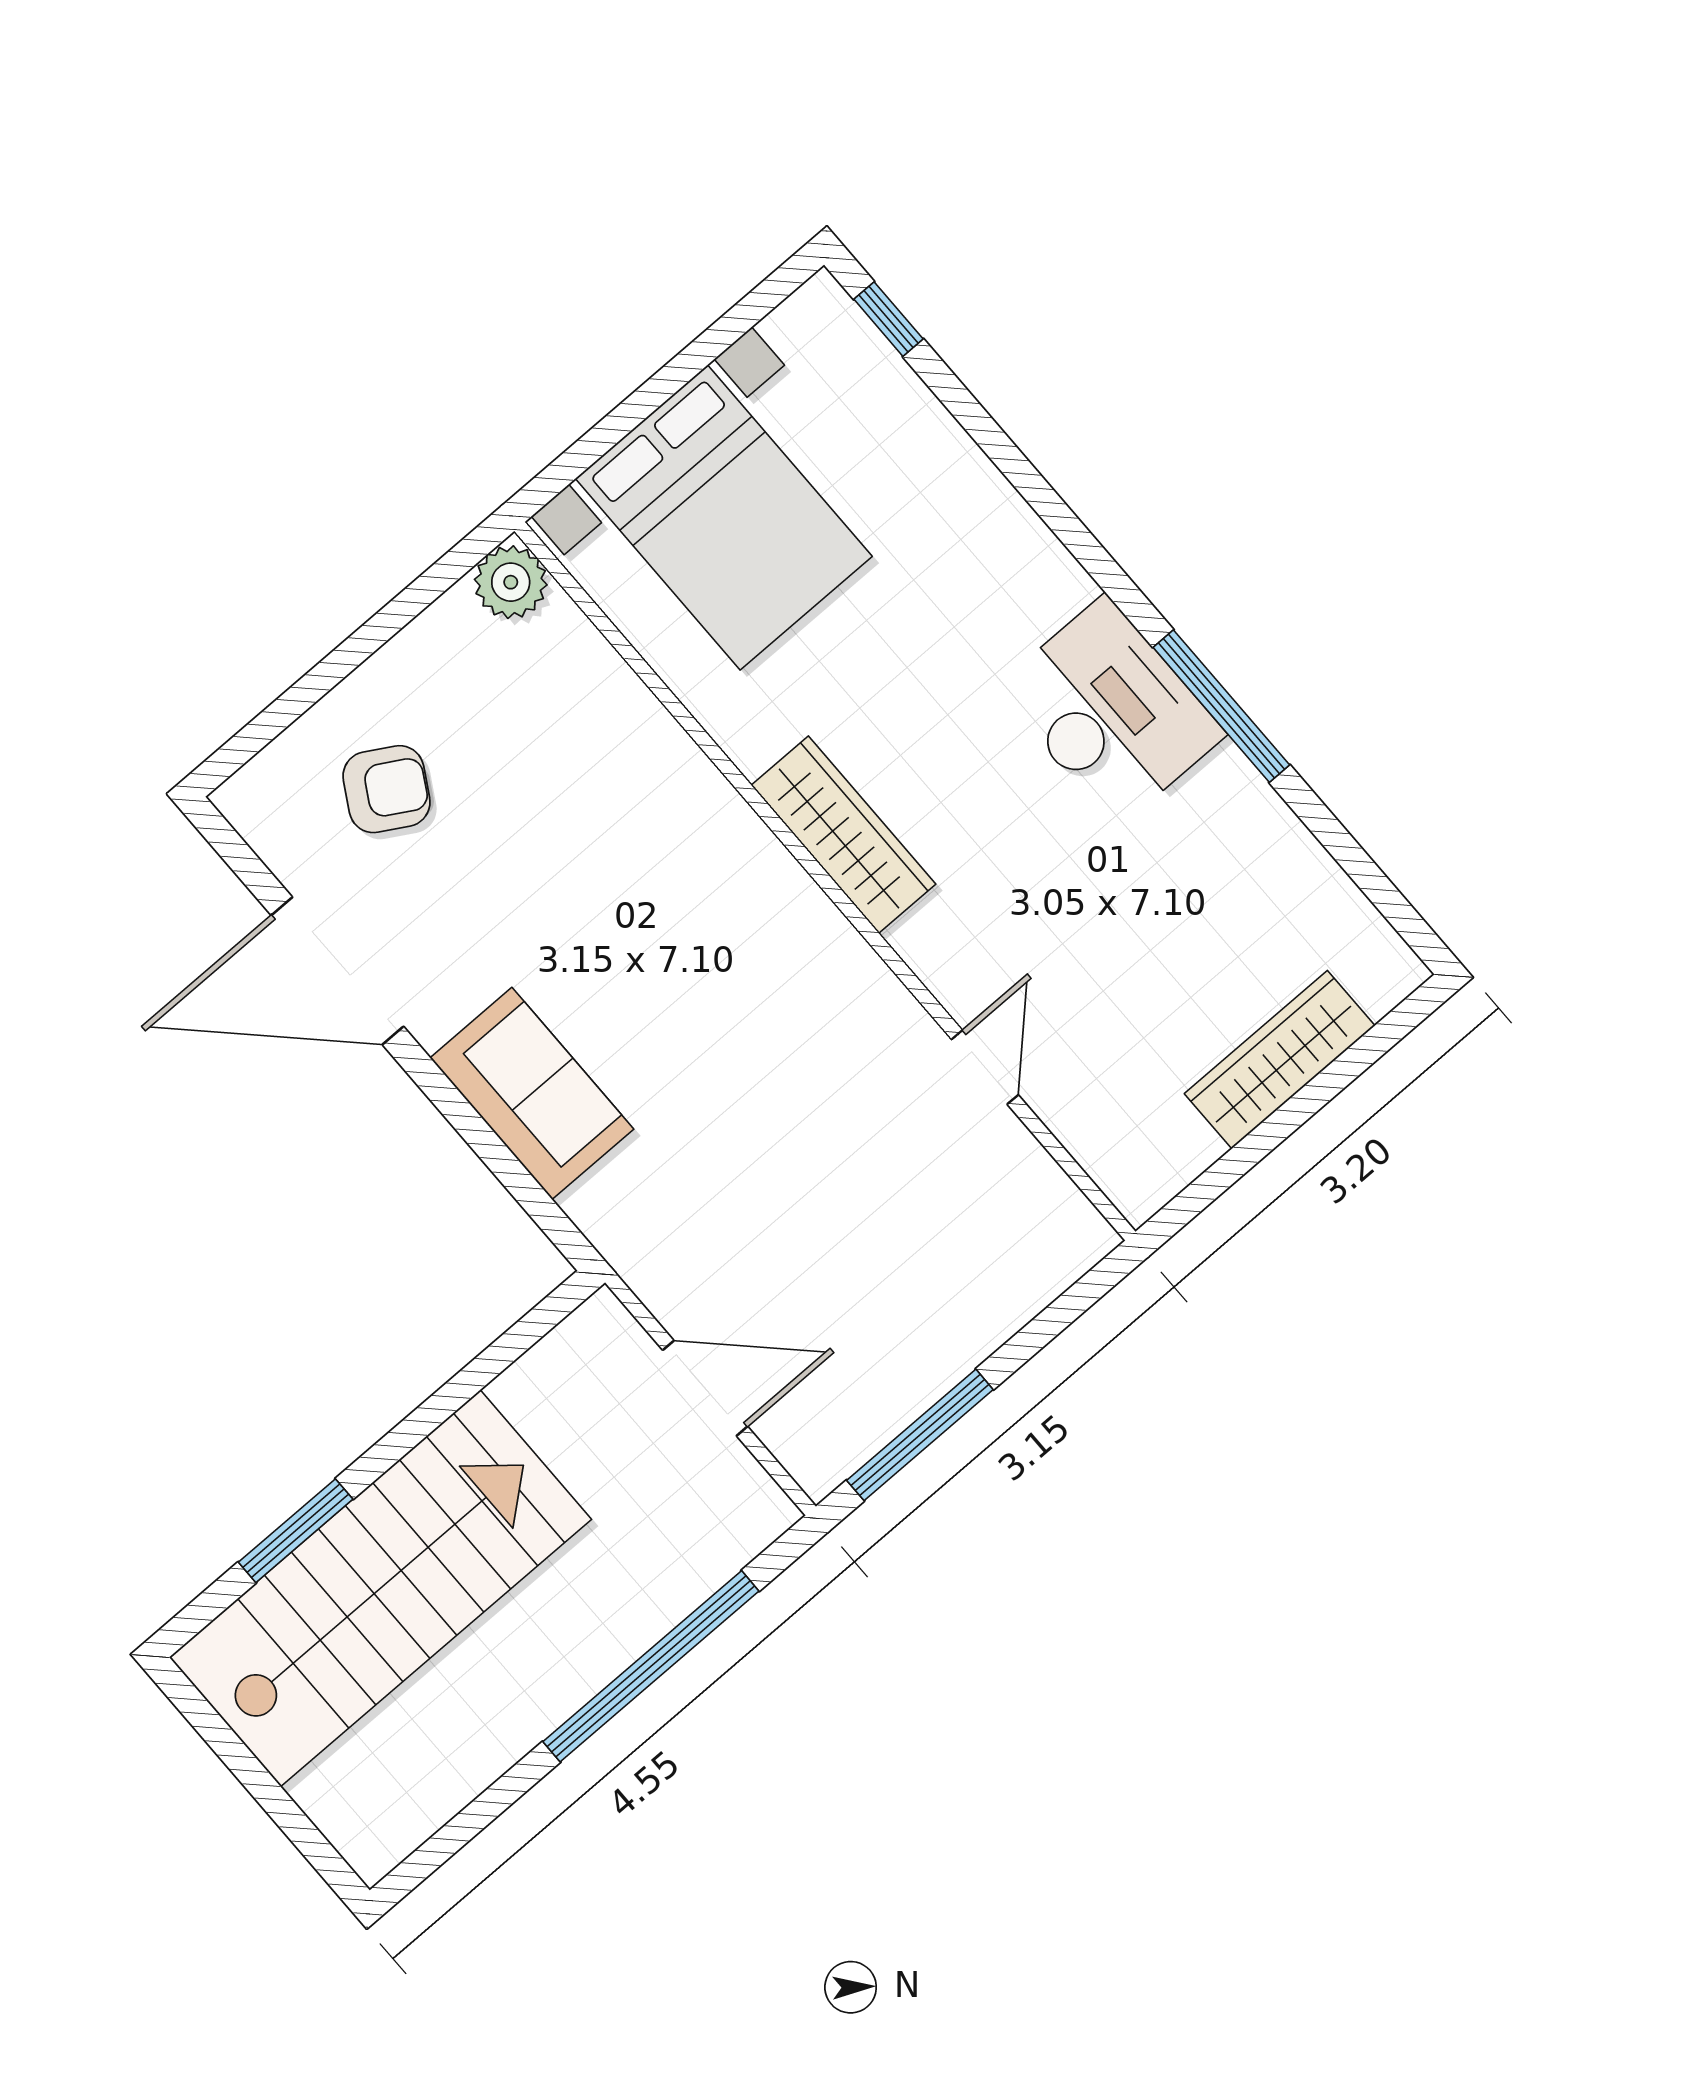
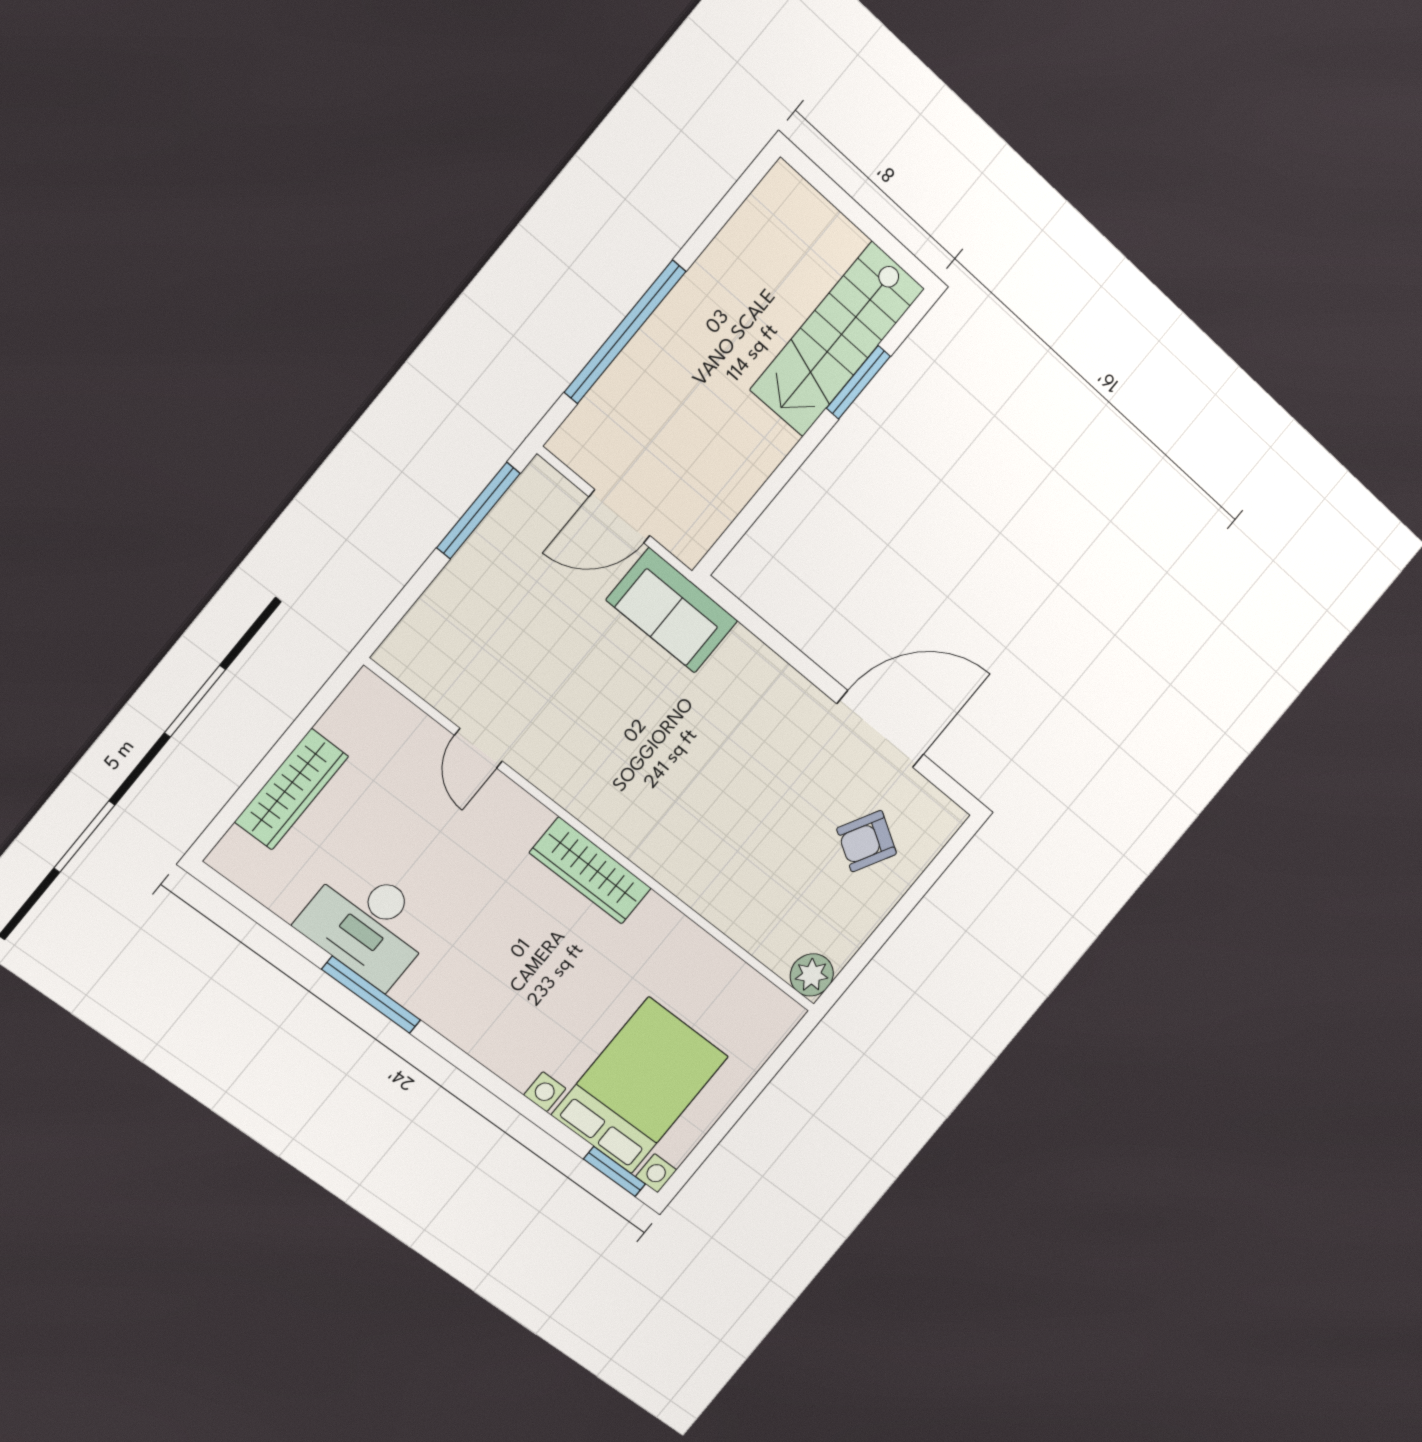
window: (888, 319) -> (615, 1172), width x1.50
bed with nightstands: (724, 517) -> (640, 1086), moved, turned 90
desk: (1111, 711) -> (368, 924), moved
sofa: (532, 1093) -> (672, 610), moved
stairs: (380, 1588) -> (837, 339), width x0.73, depth x0.66

